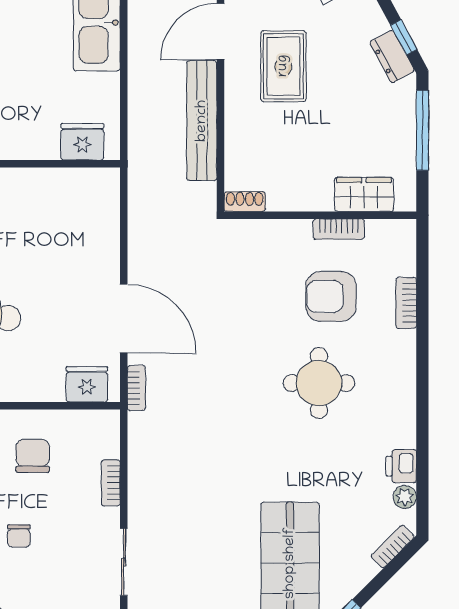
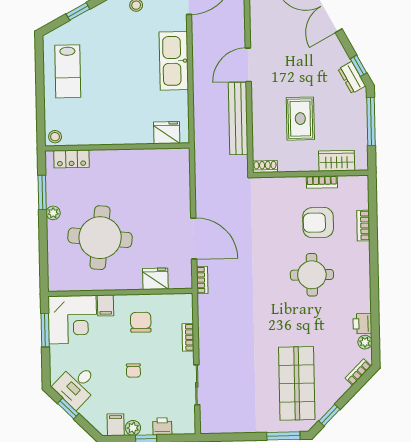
rug: (283, 66) -> (300, 119), moved
fridge: (87, 384) -> (155, 279), moved

